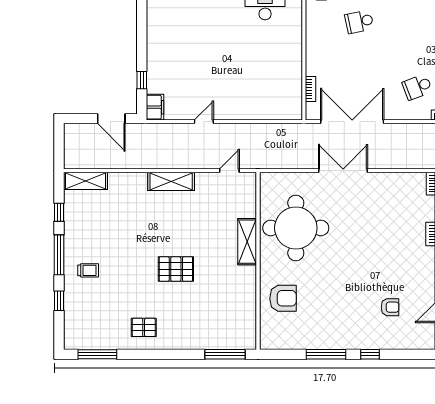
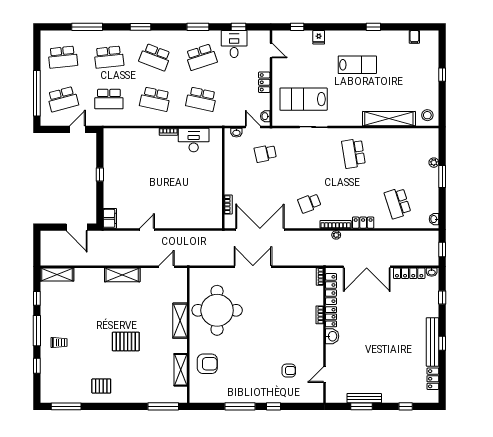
window: (142, 80) -> (100, 175), moved
shelving: (248, 306) -> (181, 370), added

